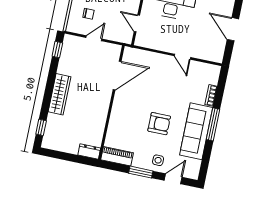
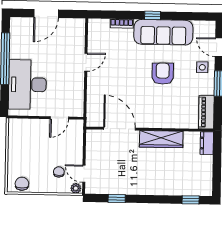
plant: (71, 26) -> (76, 188), added
door: (94, 38) -> (84, 174), moved
window: (57, 50) -> (117, 198), moved
wardrobe: (60, 94) -> (161, 139), moved, turned 180
window: (213, 124) -> (153, 15), width x0.46

